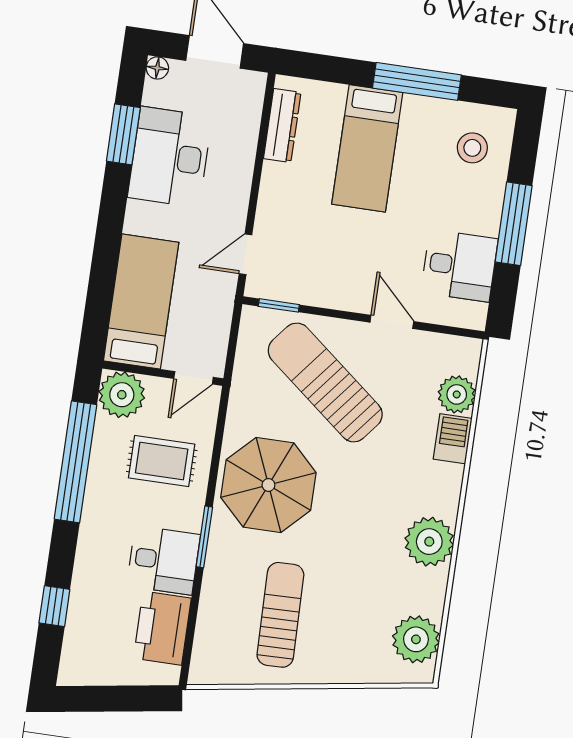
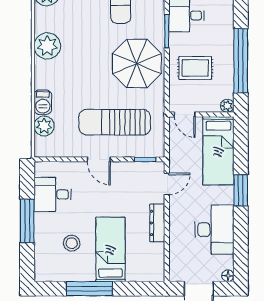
dresser: (282, 125) -> (157, 223), moved
window: (123, 134) -> (241, 190), moved
stool: (472, 148) -> (72, 243), moved
door: (392, 322) -> (99, 159), moved
door: (194, 378) -> (185, 114), swing flipped
sun lounger: (325, 382) -> (115, 122), turned 141
plant: (122, 395) -> (227, 106), width x0.53, depth x0.53

